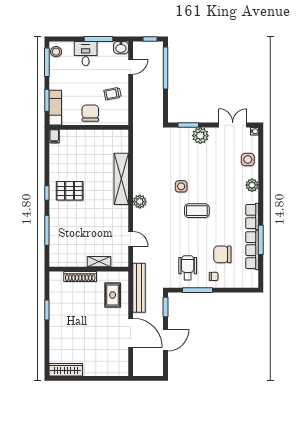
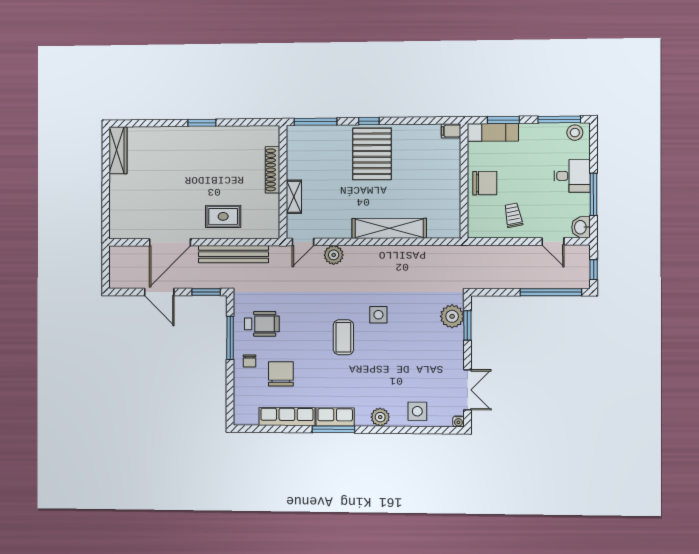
plant: (200, 136) -> (452, 316), moved
pallet: (70, 191) -> (372, 154), width x1.37, depth x1.41
plant: (140, 202) -> (334, 255), moved
window: (261, 240) -> (333, 429), moved
shelving: (99, 262) -> (294, 197), moved
wall: (89, 269) -> (283, 182), moved
shoe rack: (80, 276) -> (273, 170), moved

